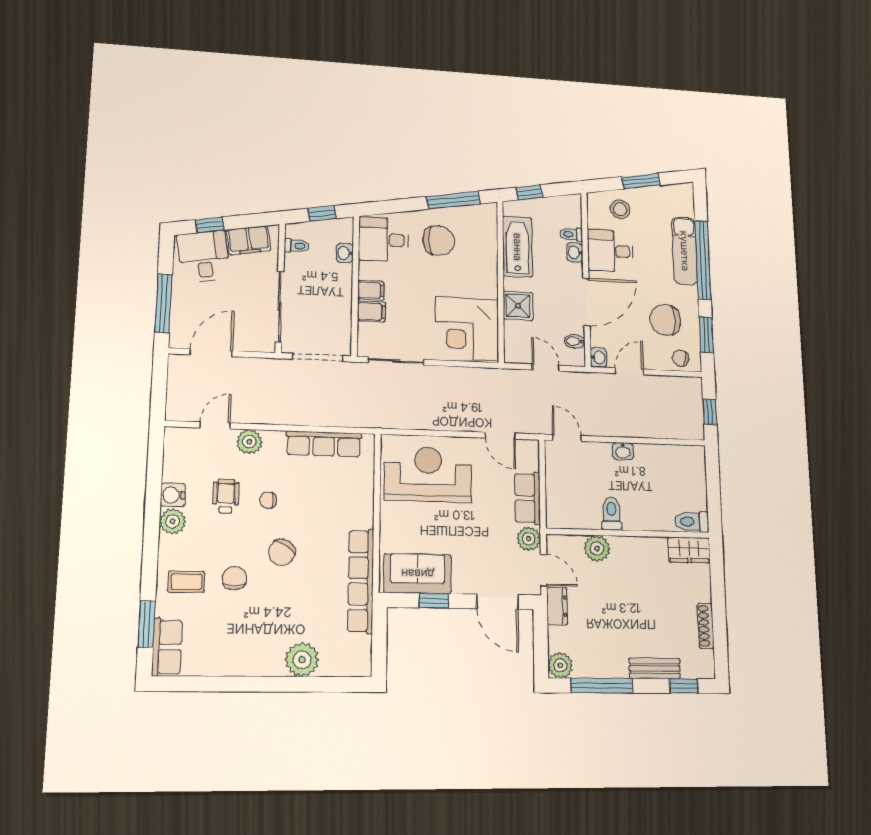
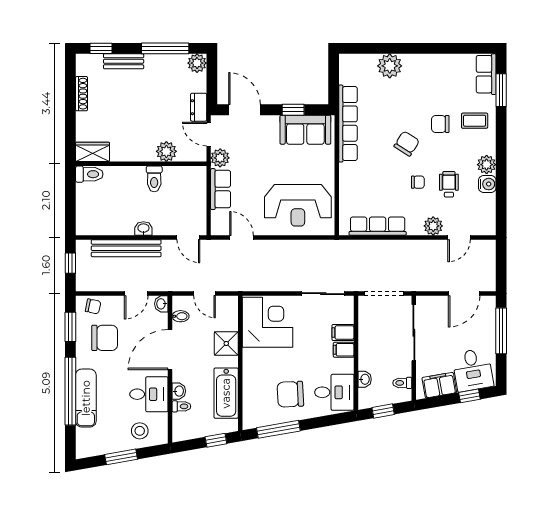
bench: (643, 427) -> (126, 248), added
wheelchair: (226, 496) -> (449, 184), turned 180
chair: (234, 578) -> (440, 124), turned 90

